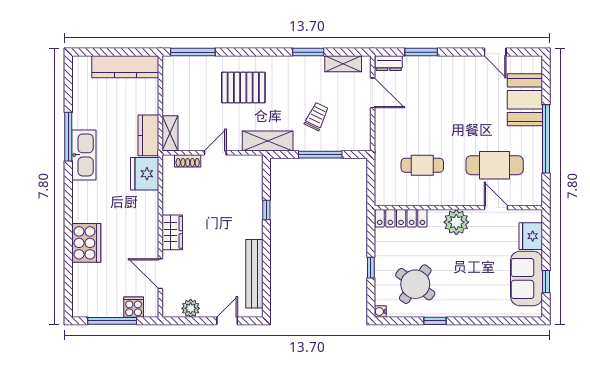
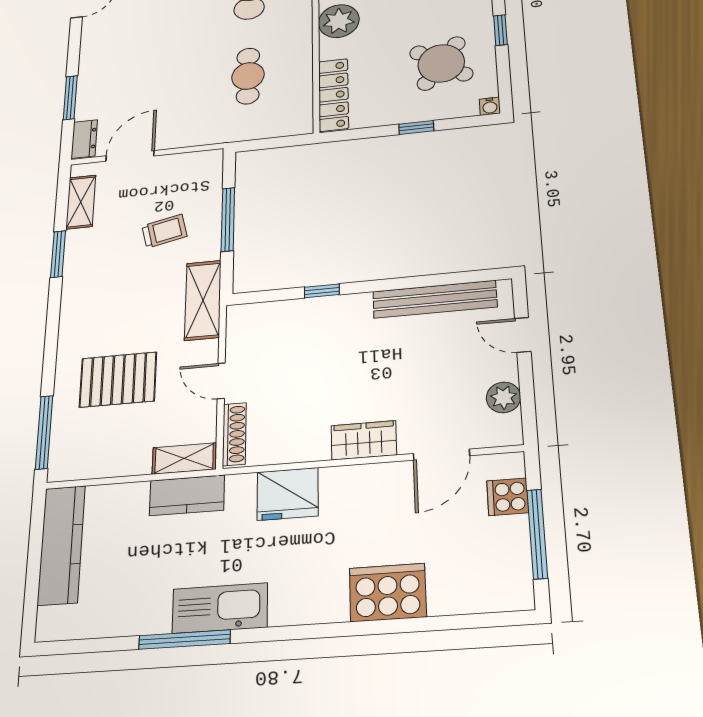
pallet: (243, 88) -> (118, 380), moved, turned 90
trolley: (317, 116) -> (164, 231), turned 141
shoe rack: (188, 161) -> (234, 434), width x1.43
fridge: (145, 174) -> (288, 494), moved

